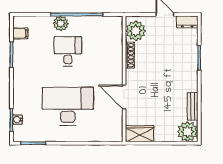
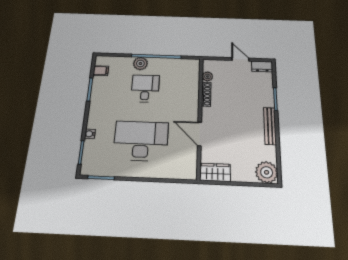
plant: (136, 31) -> (207, 76), width x0.53, depth x0.53
bench: (193, 106) -> (270, 126), moved, width x1.36
water cooler: (18, 120) -> (90, 134), moved

